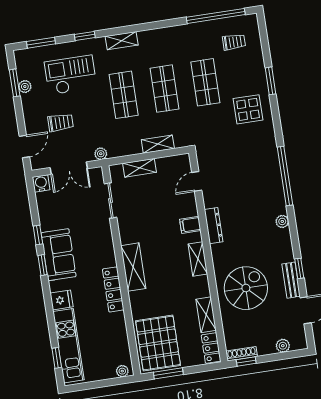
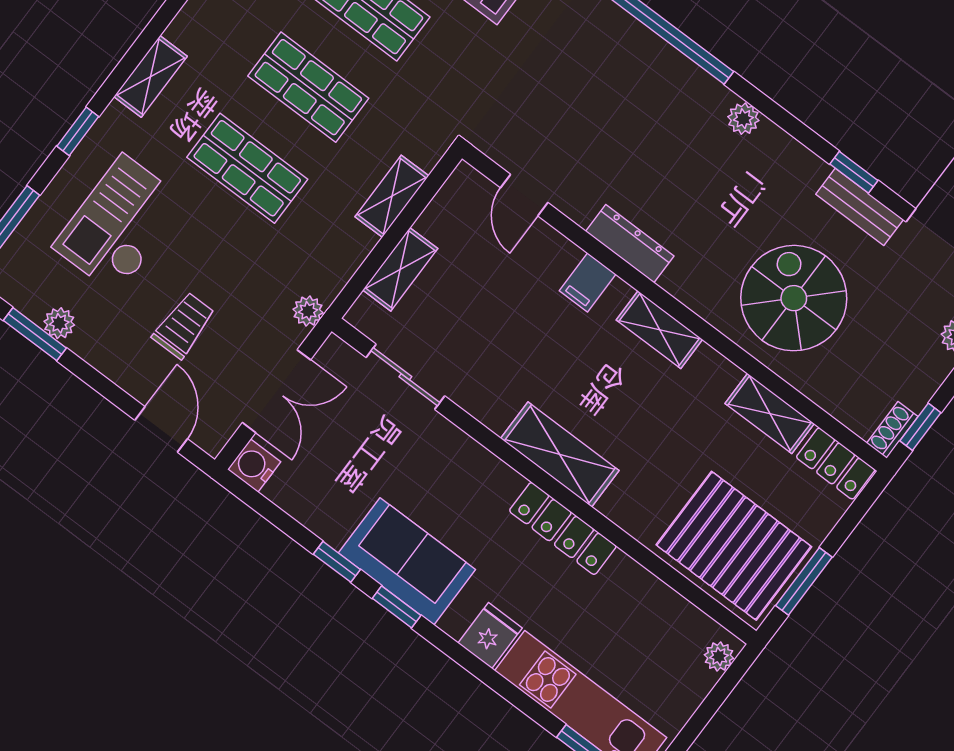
shoe rack: (242, 354) -> (892, 430), width x0.70

